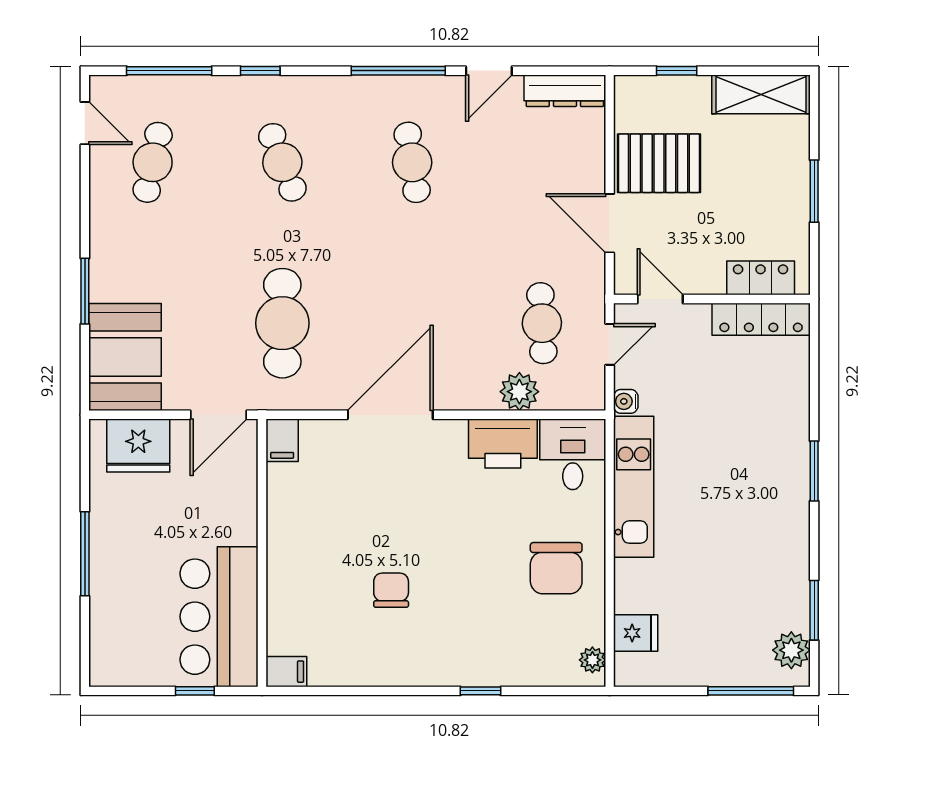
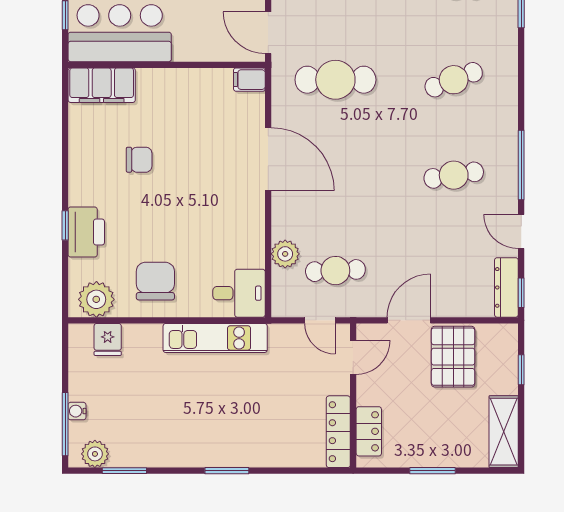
window: (260, 71) -> (521, 293), moved
water cooler: (626, 401) -> (77, 411), moved, turned -90
printer: (503, 444) -> (86, 232), moved, turned 180
chair: (556, 568) -> (155, 281), turned 90
plant: (592, 660) -> (96, 299), width x1.88, depth x1.88
filing cabinet: (286, 672) -> (102, 85), width x3.00, depth x1.17

